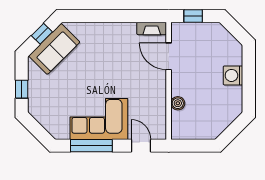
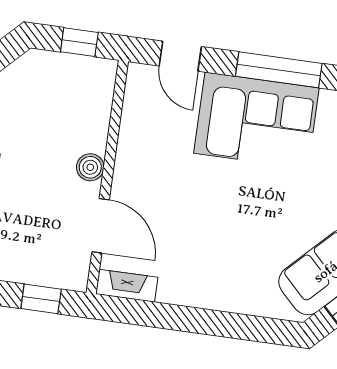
boiler: (178, 103) -> (90, 167), moved
window: (192, 146) -> (79, 42), added

